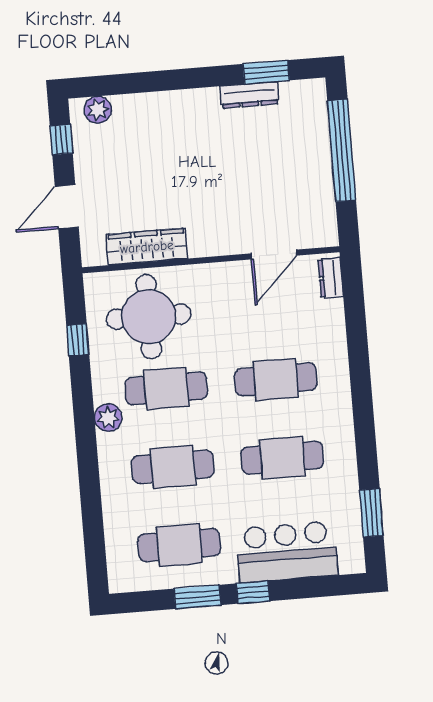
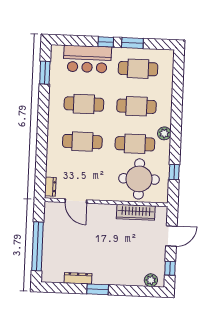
window: (266, 72) -> (98, 289), moved
door: (274, 255) -> (76, 201), swing flipped

